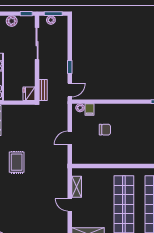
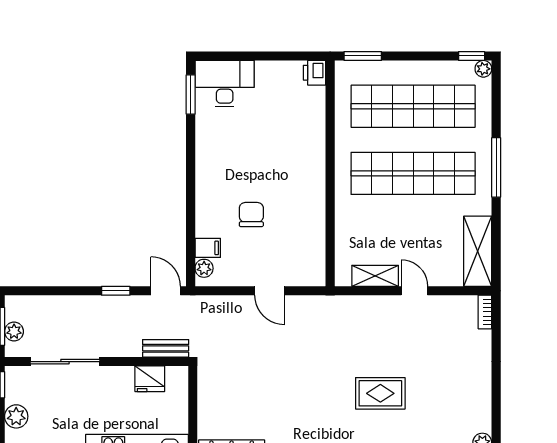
fridge: (29, 94) -> (150, 379), moved
rug: (17, 162) -> (380, 393), moved
door: (70, 205) -> (414, 291), swing flipped

